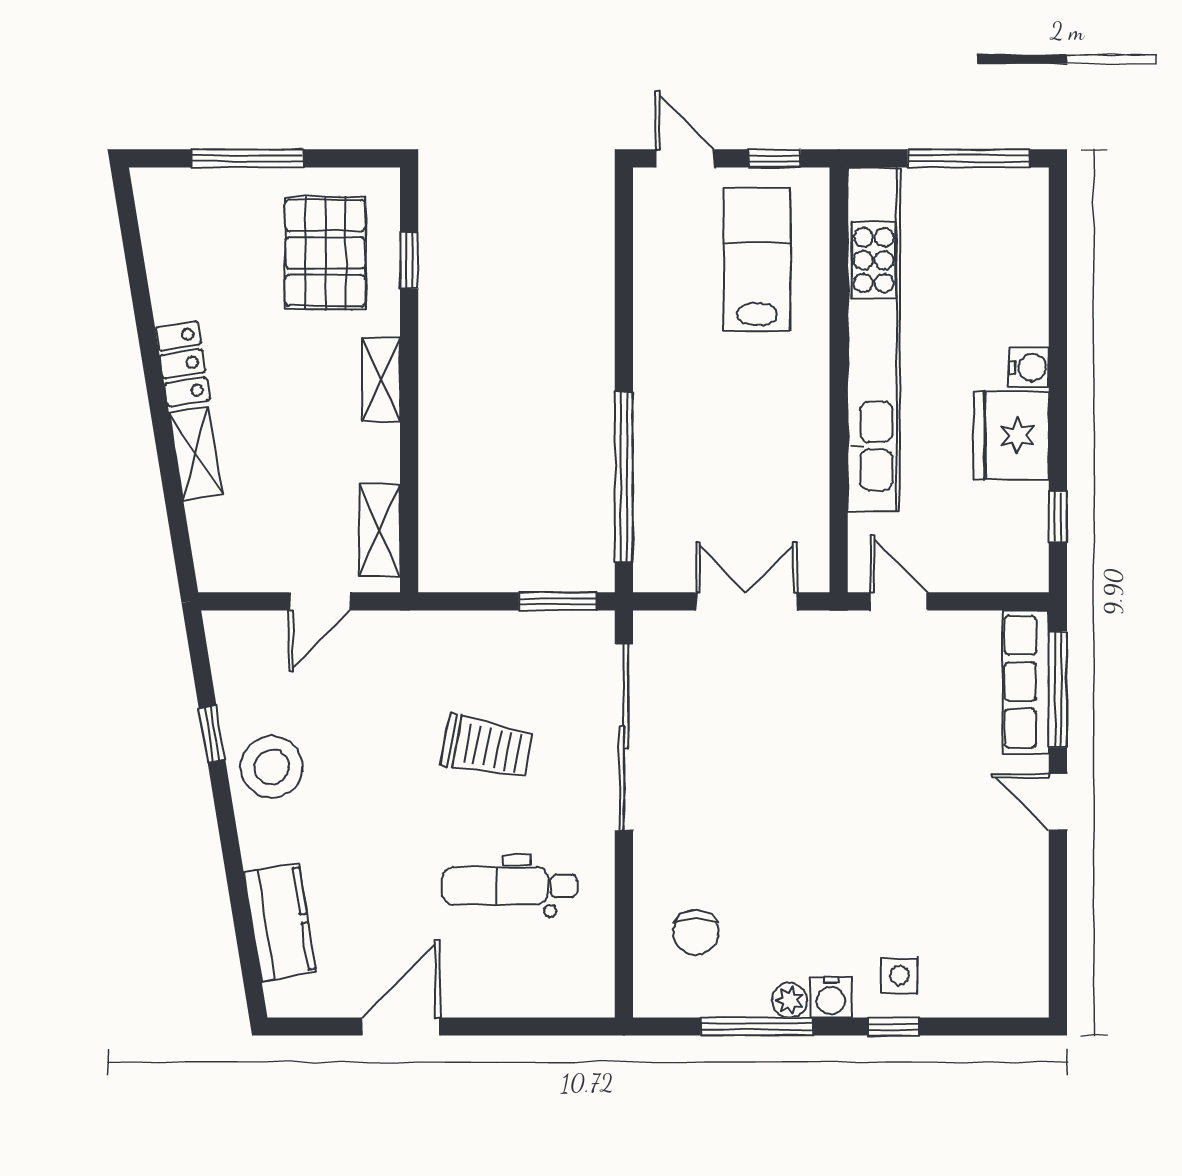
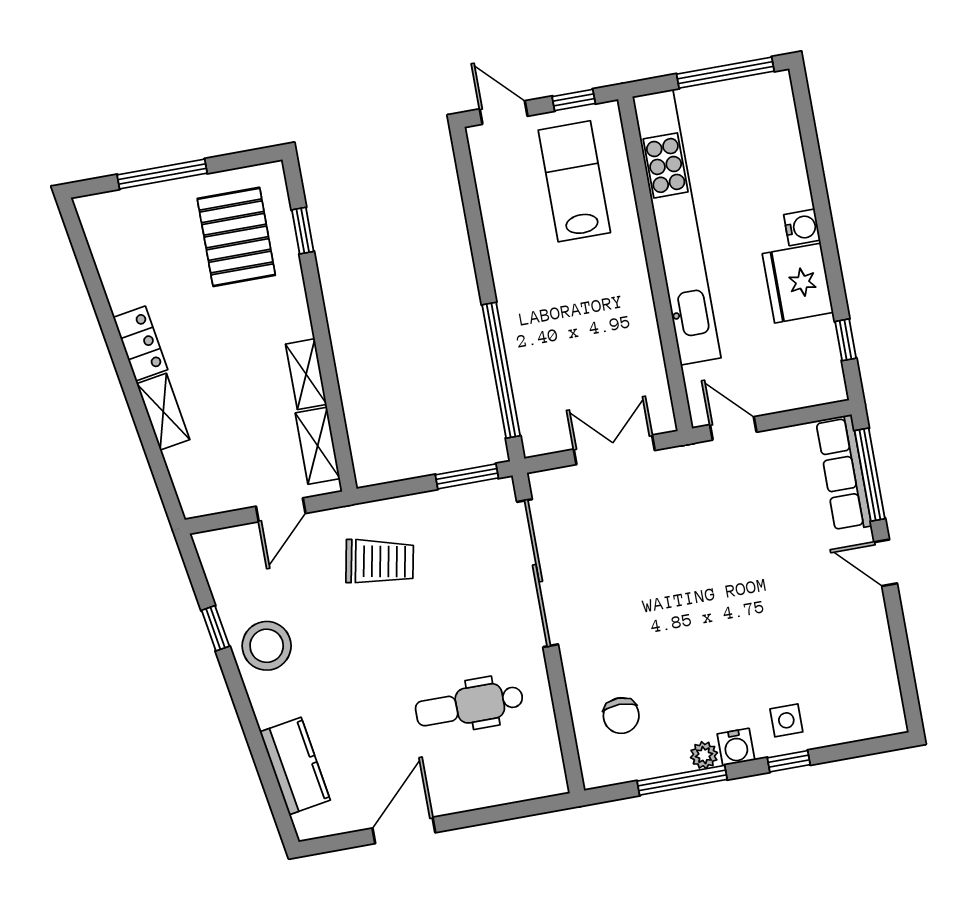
shelving: (381, 380) -> (306, 374), moved
trolley: (487, 747) -> (380, 561), moved

